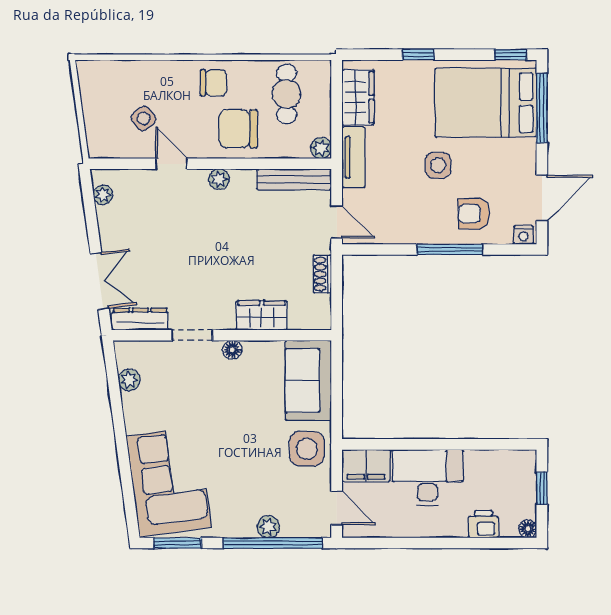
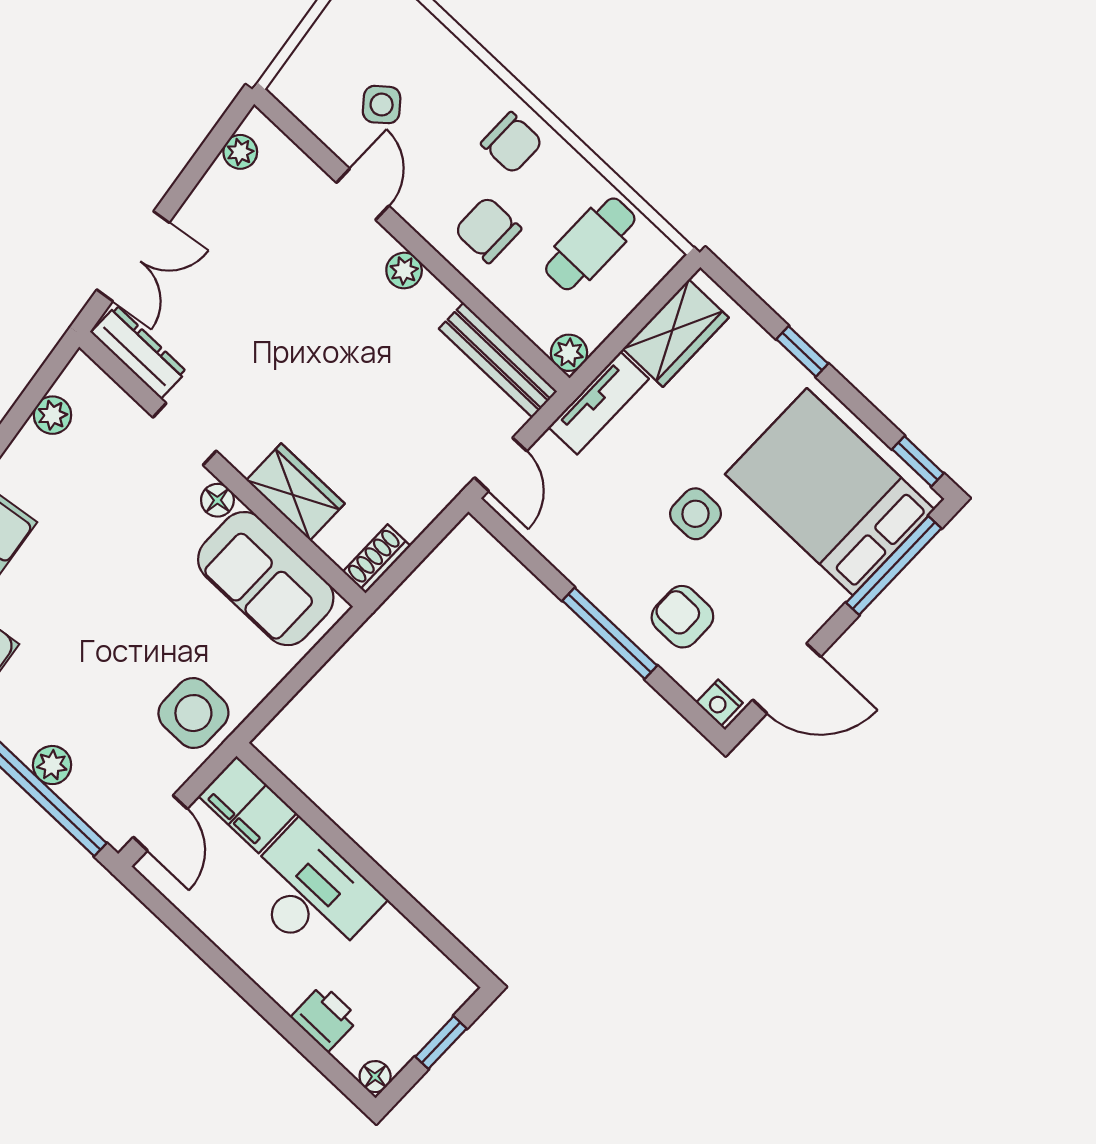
chair: (238, 129) -> (488, 230), width x0.73, depth x0.73
shoe rack: (322, 274) -> (377, 559), moved
sofa: (308, 380) -> (266, 579), moved, turned -90

